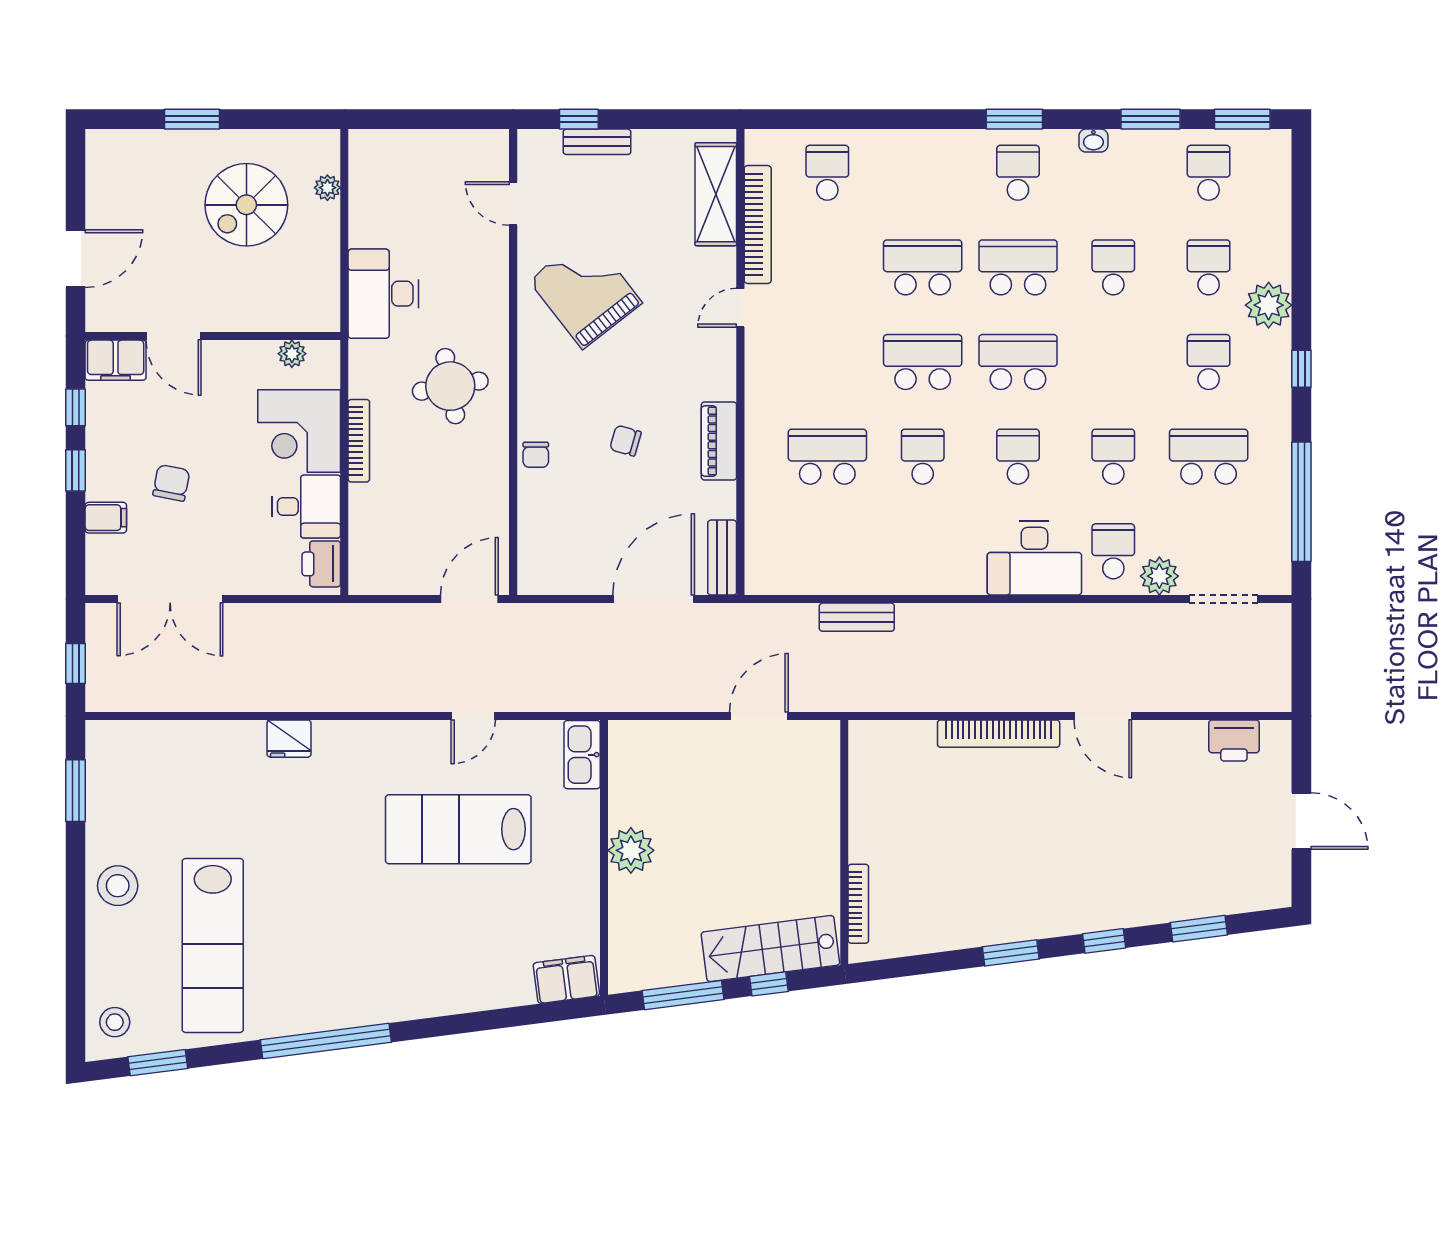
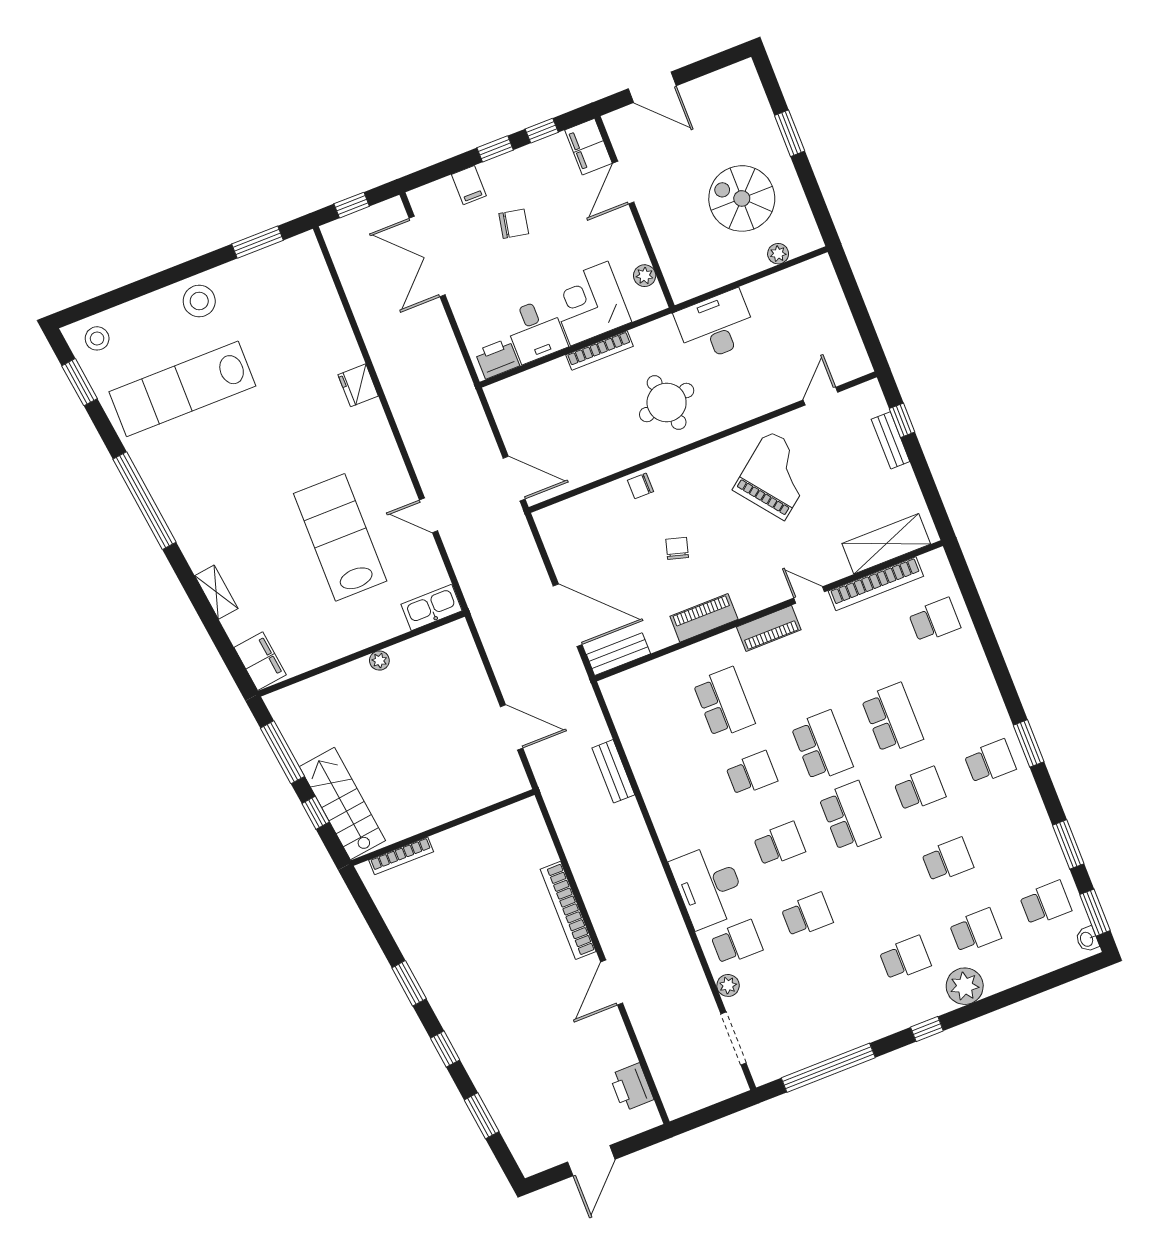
washbasin: (1093, 141) -> (1087, 939), moved
school desk: (1018, 267) -> (920, 789), width x0.54
piano: (761, 370) -> (769, 628), added
school desk: (1209, 457) -> (835, 986), removed
plant: (1159, 576) -> (728, 985), width x0.73, depth x0.73
plant: (631, 850) -> (379, 661), width x0.53, depth x0.53
shelving: (466, 999) -> (216, 592), added

